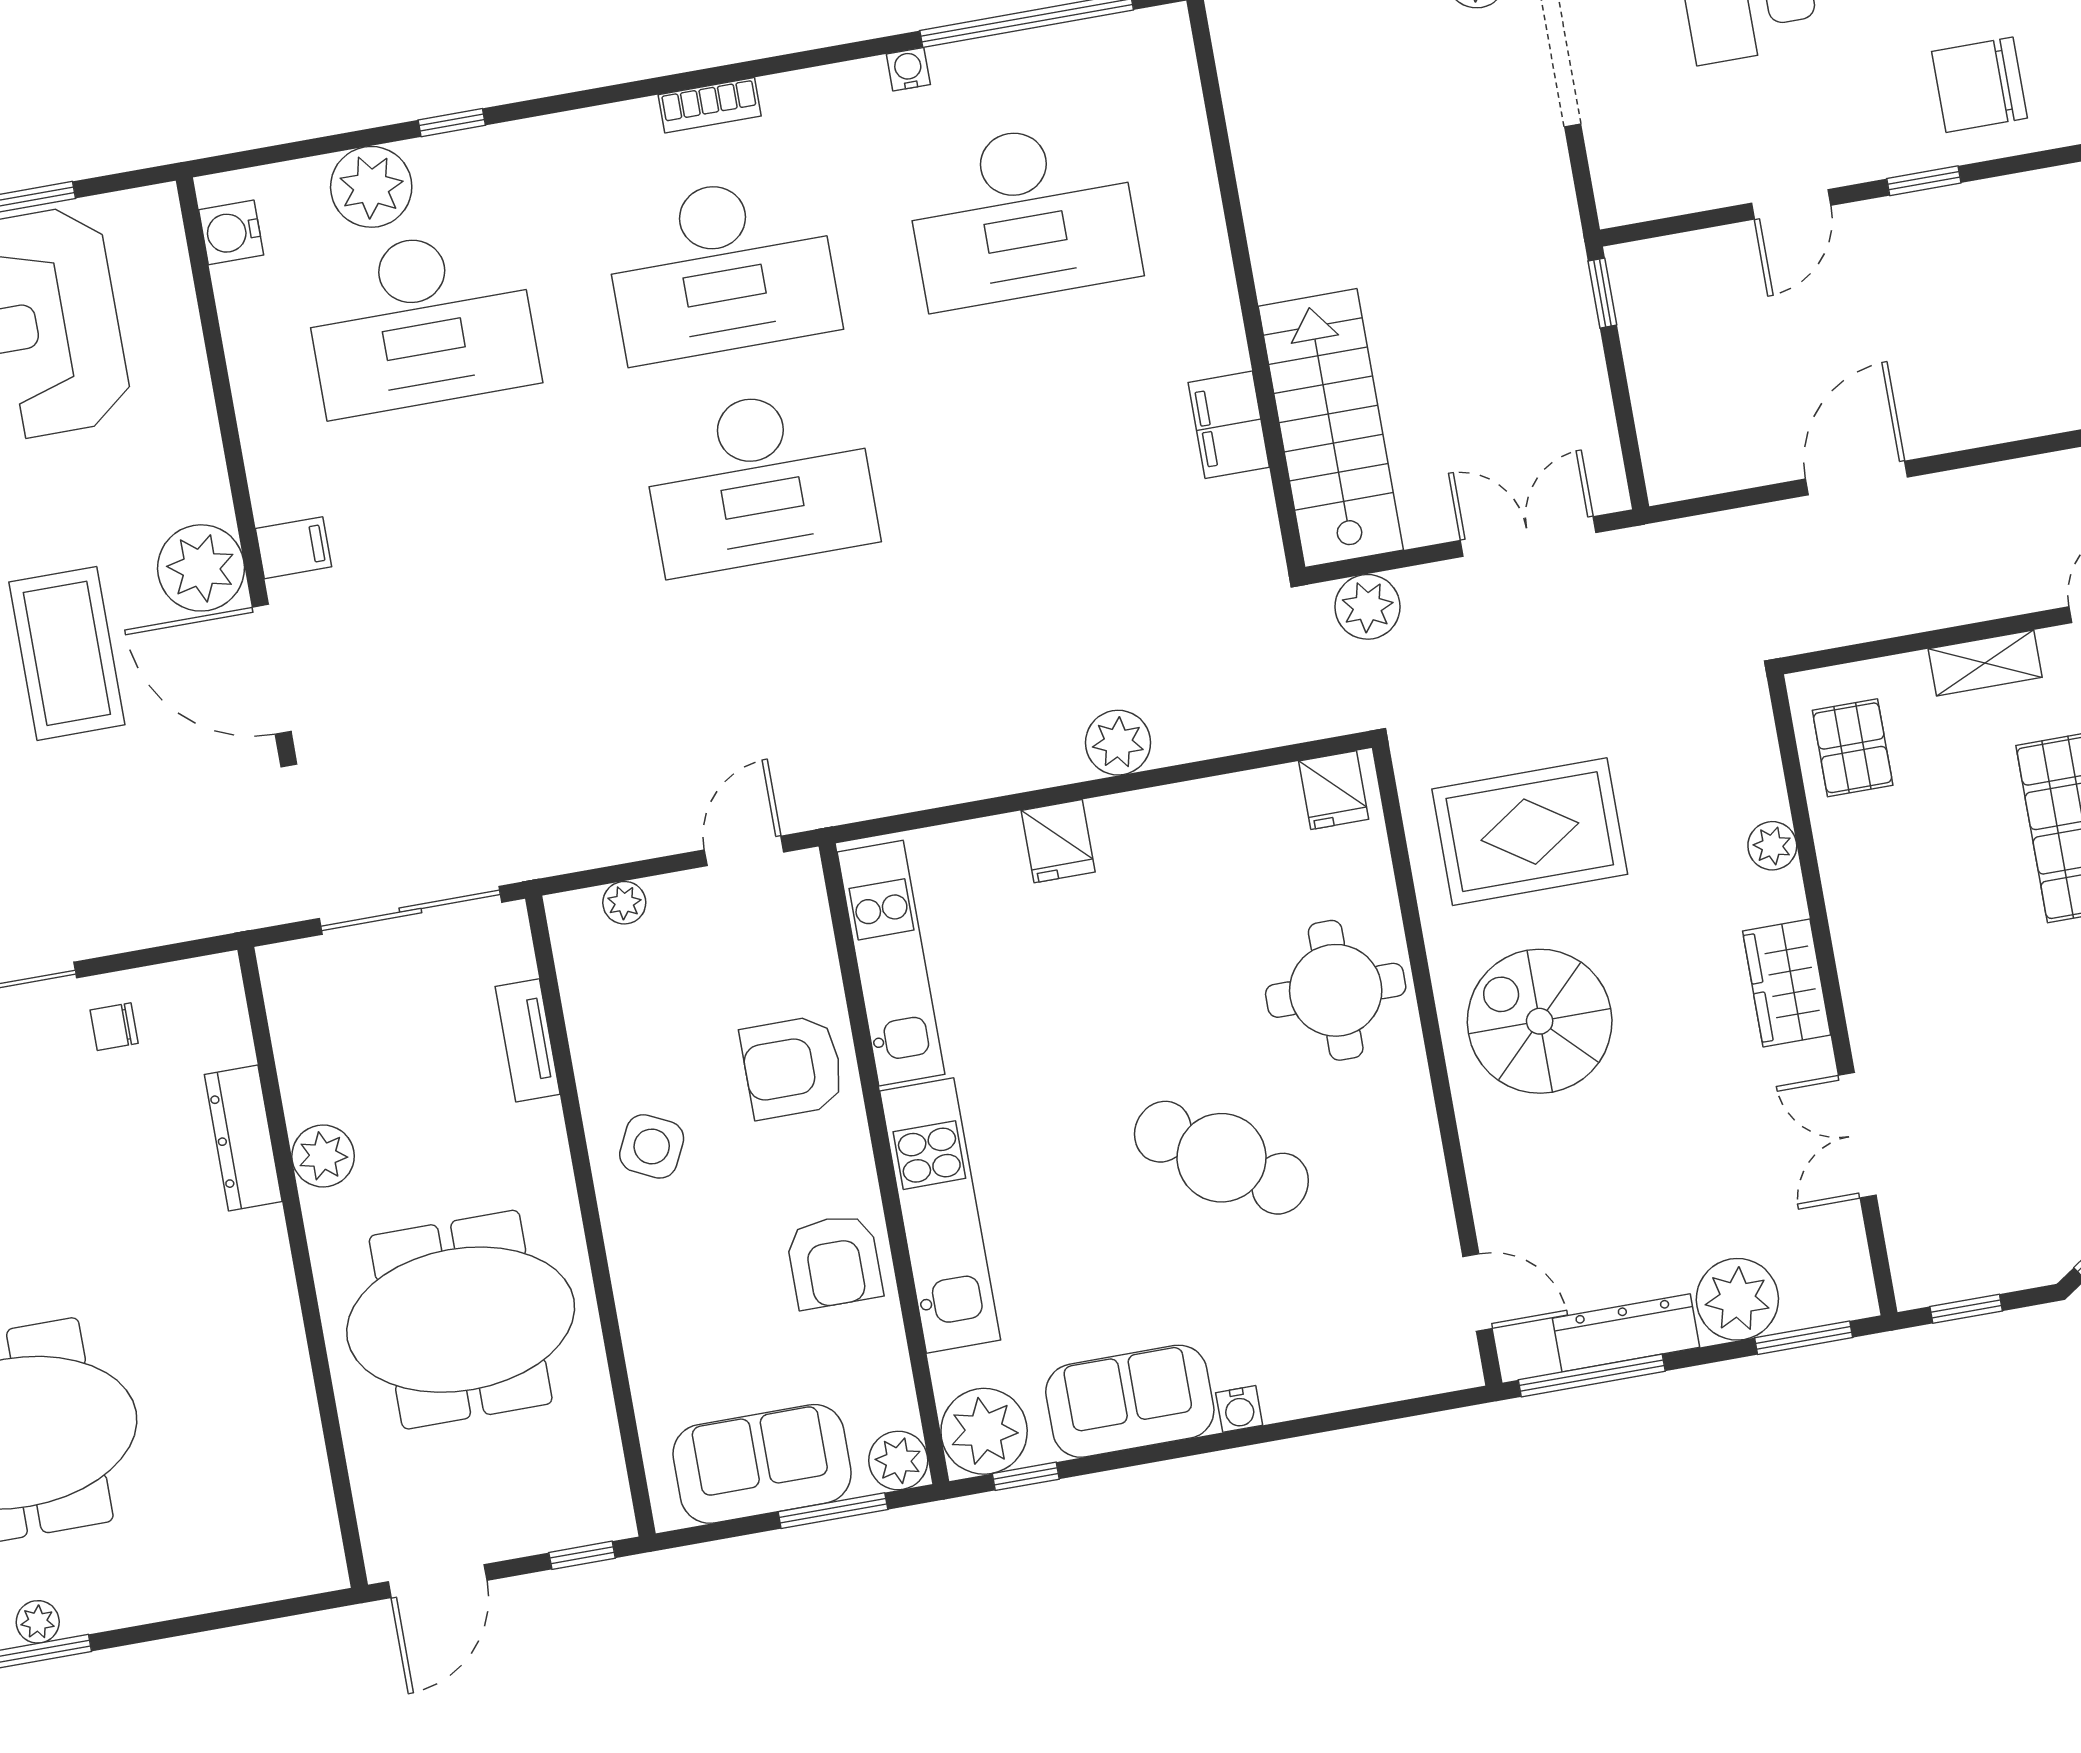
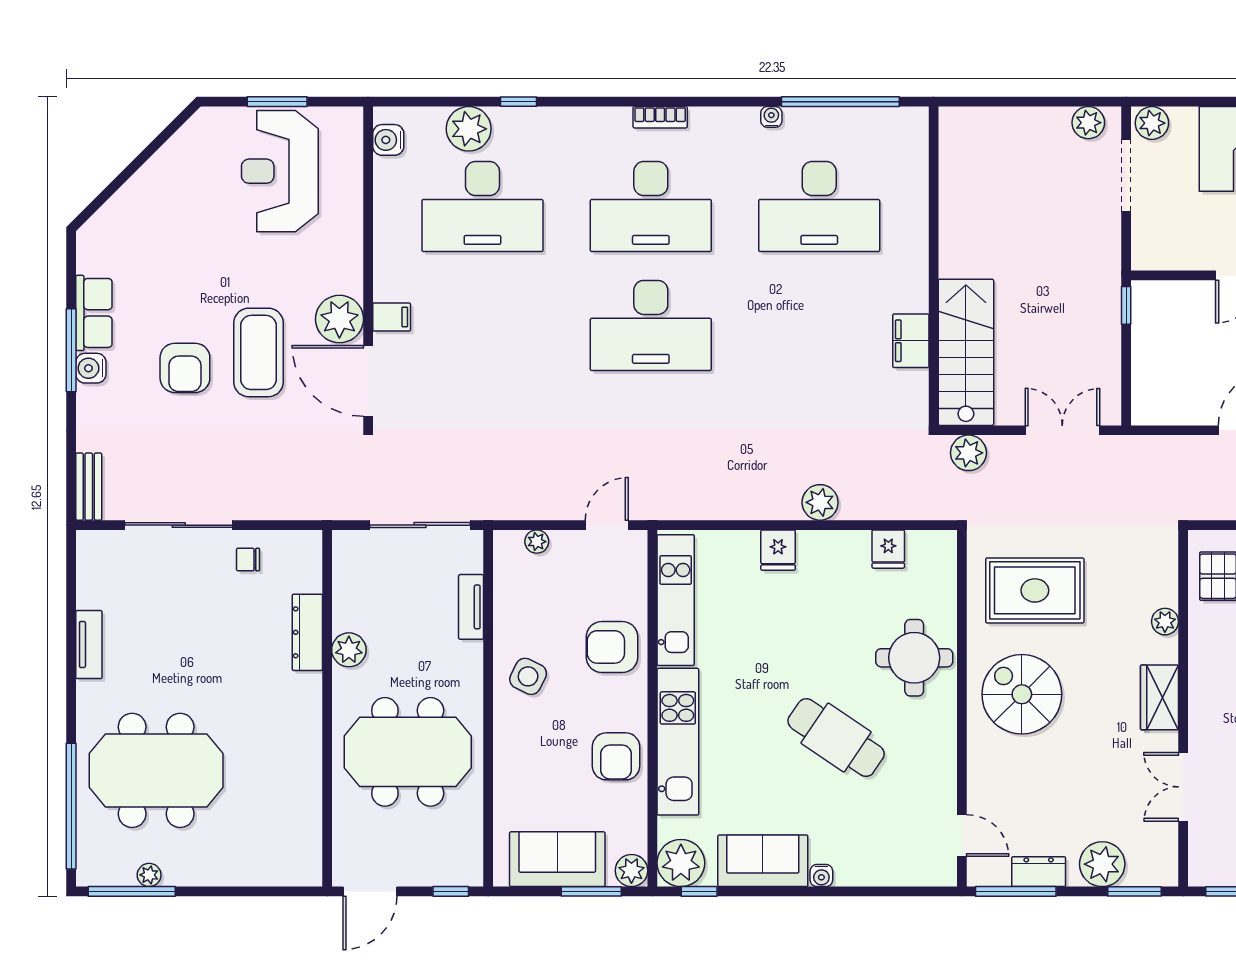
fridge: (1334, 790) -> (888, 549), moved
dresser: (1626, 1333) -> (1039, 872), width x0.70

